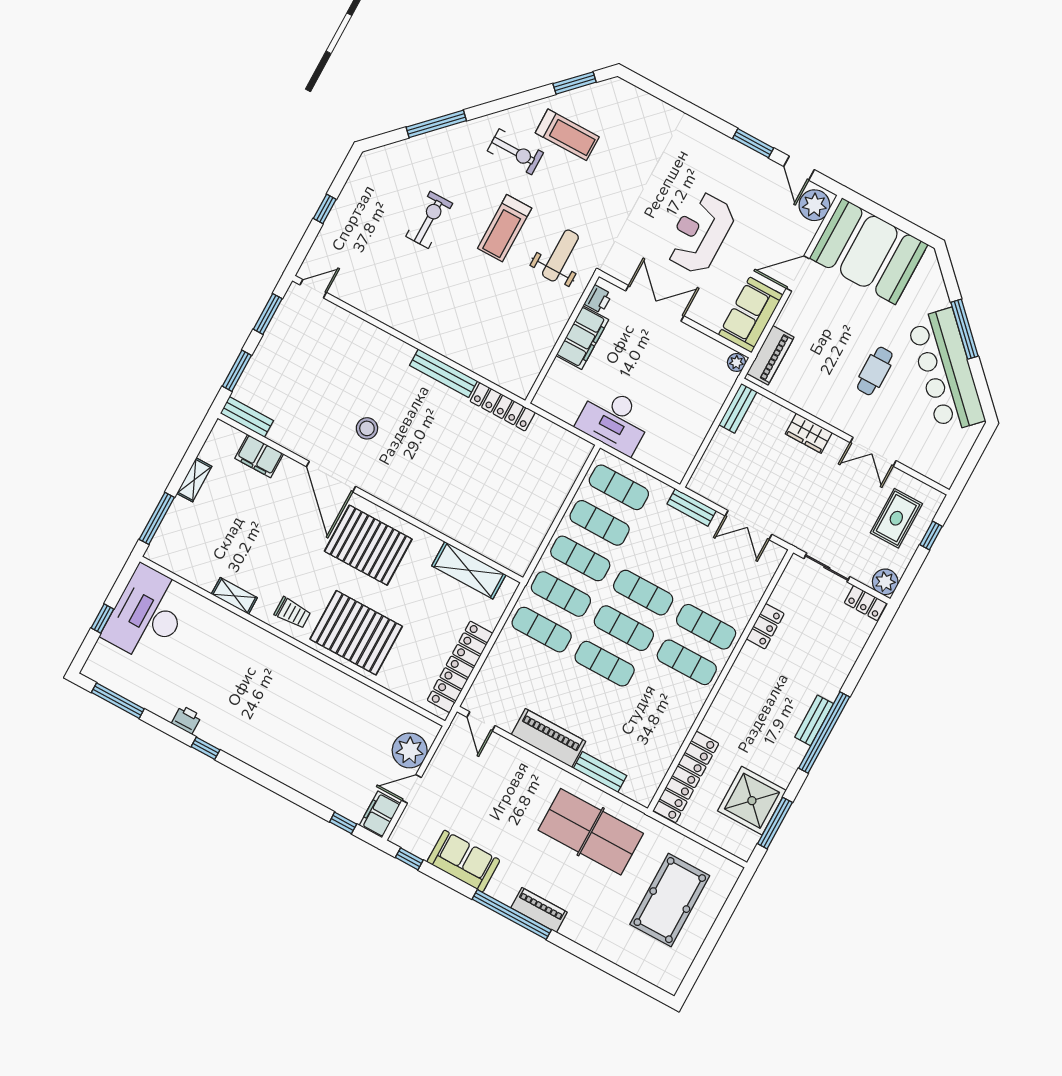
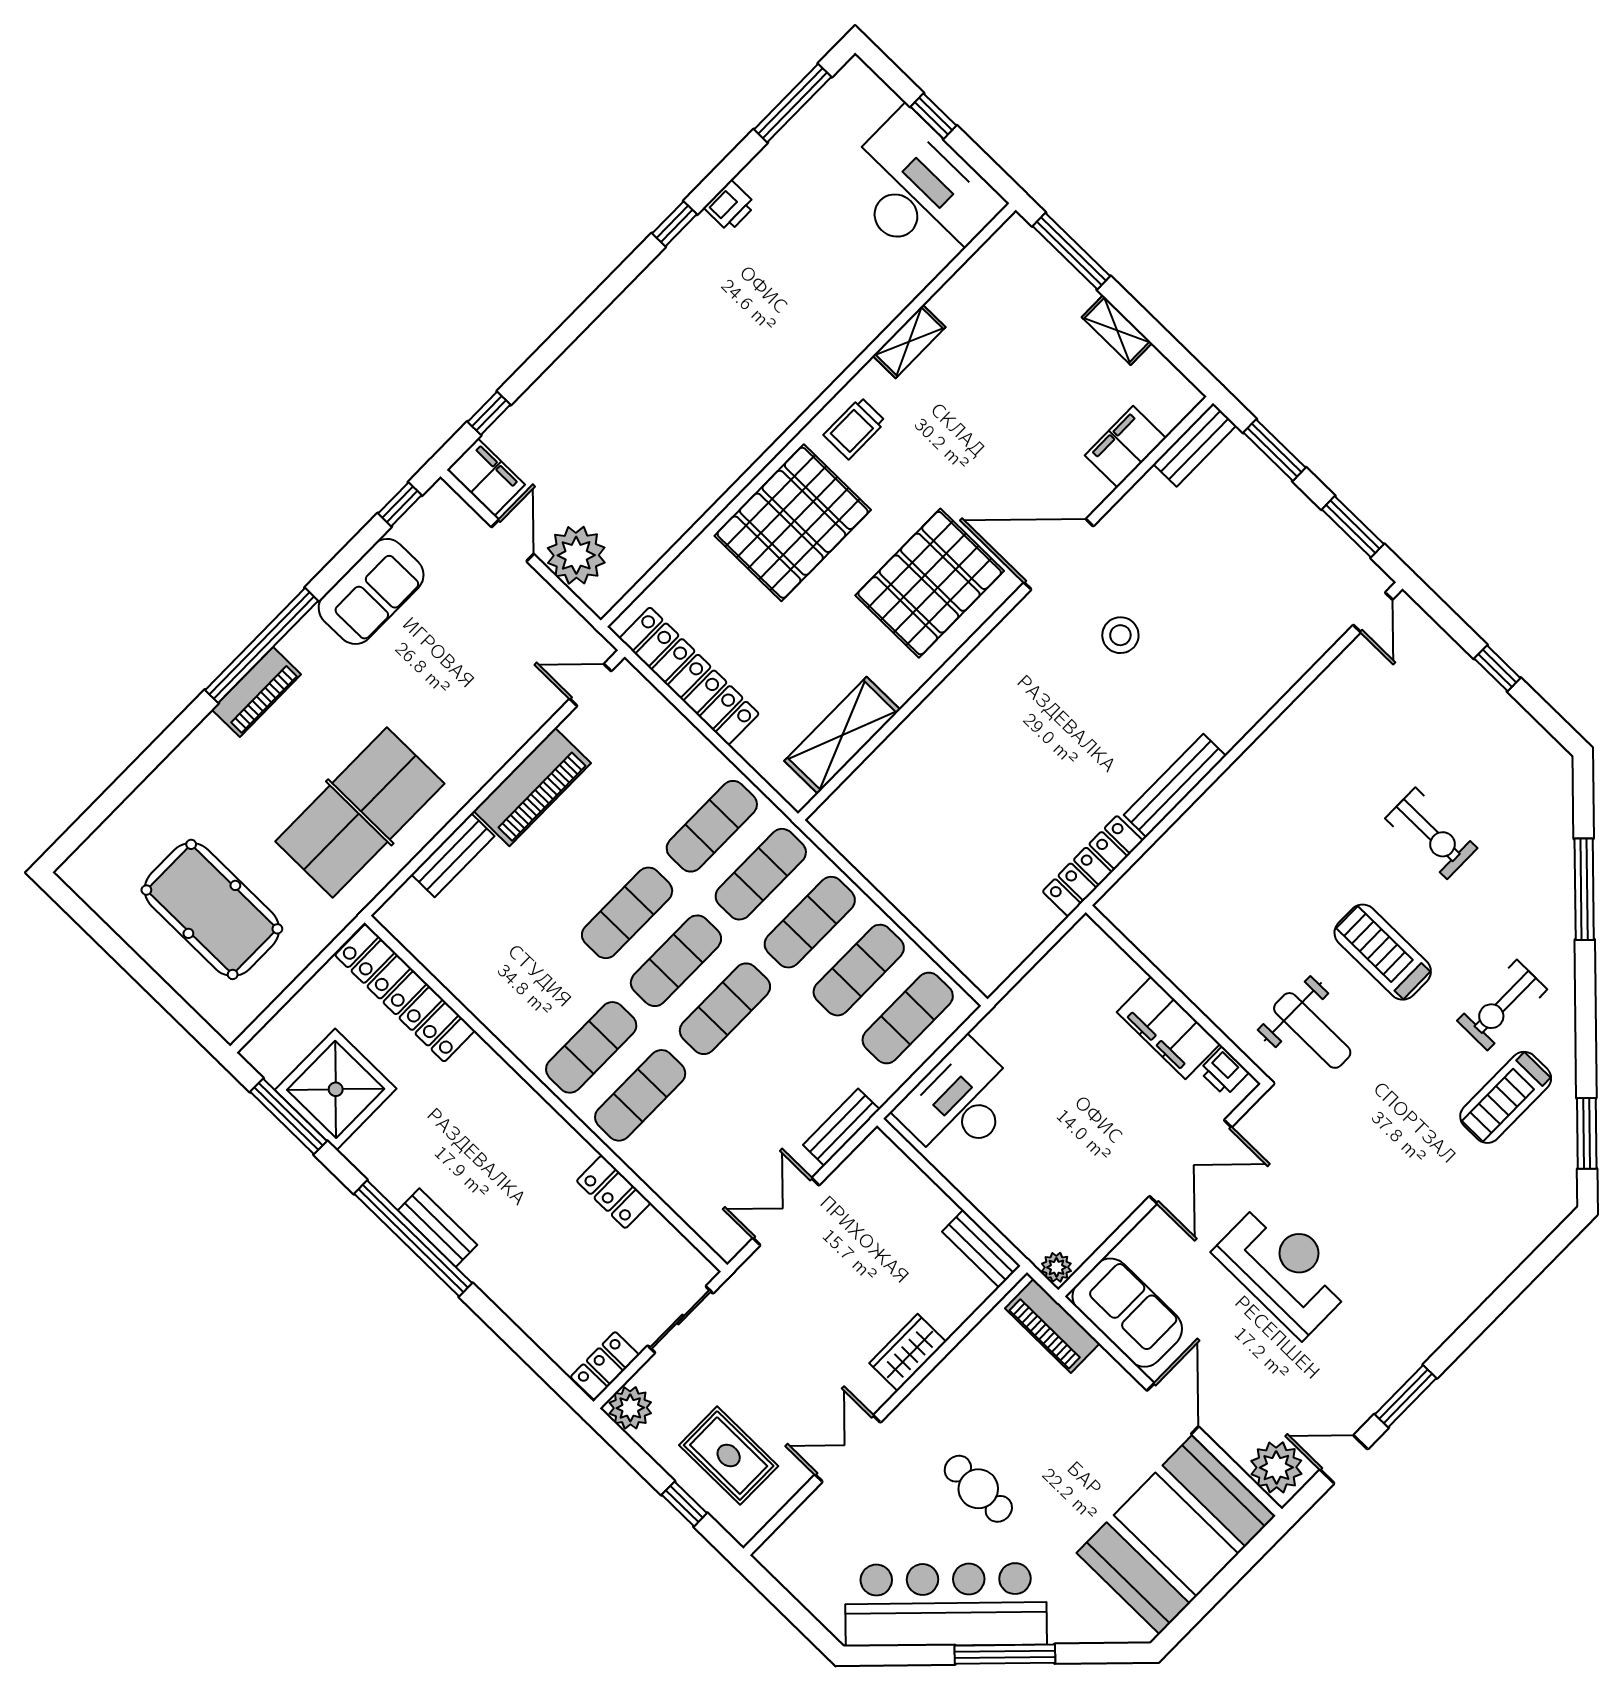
desk: (614, 420) -> (959, 1103), moved

